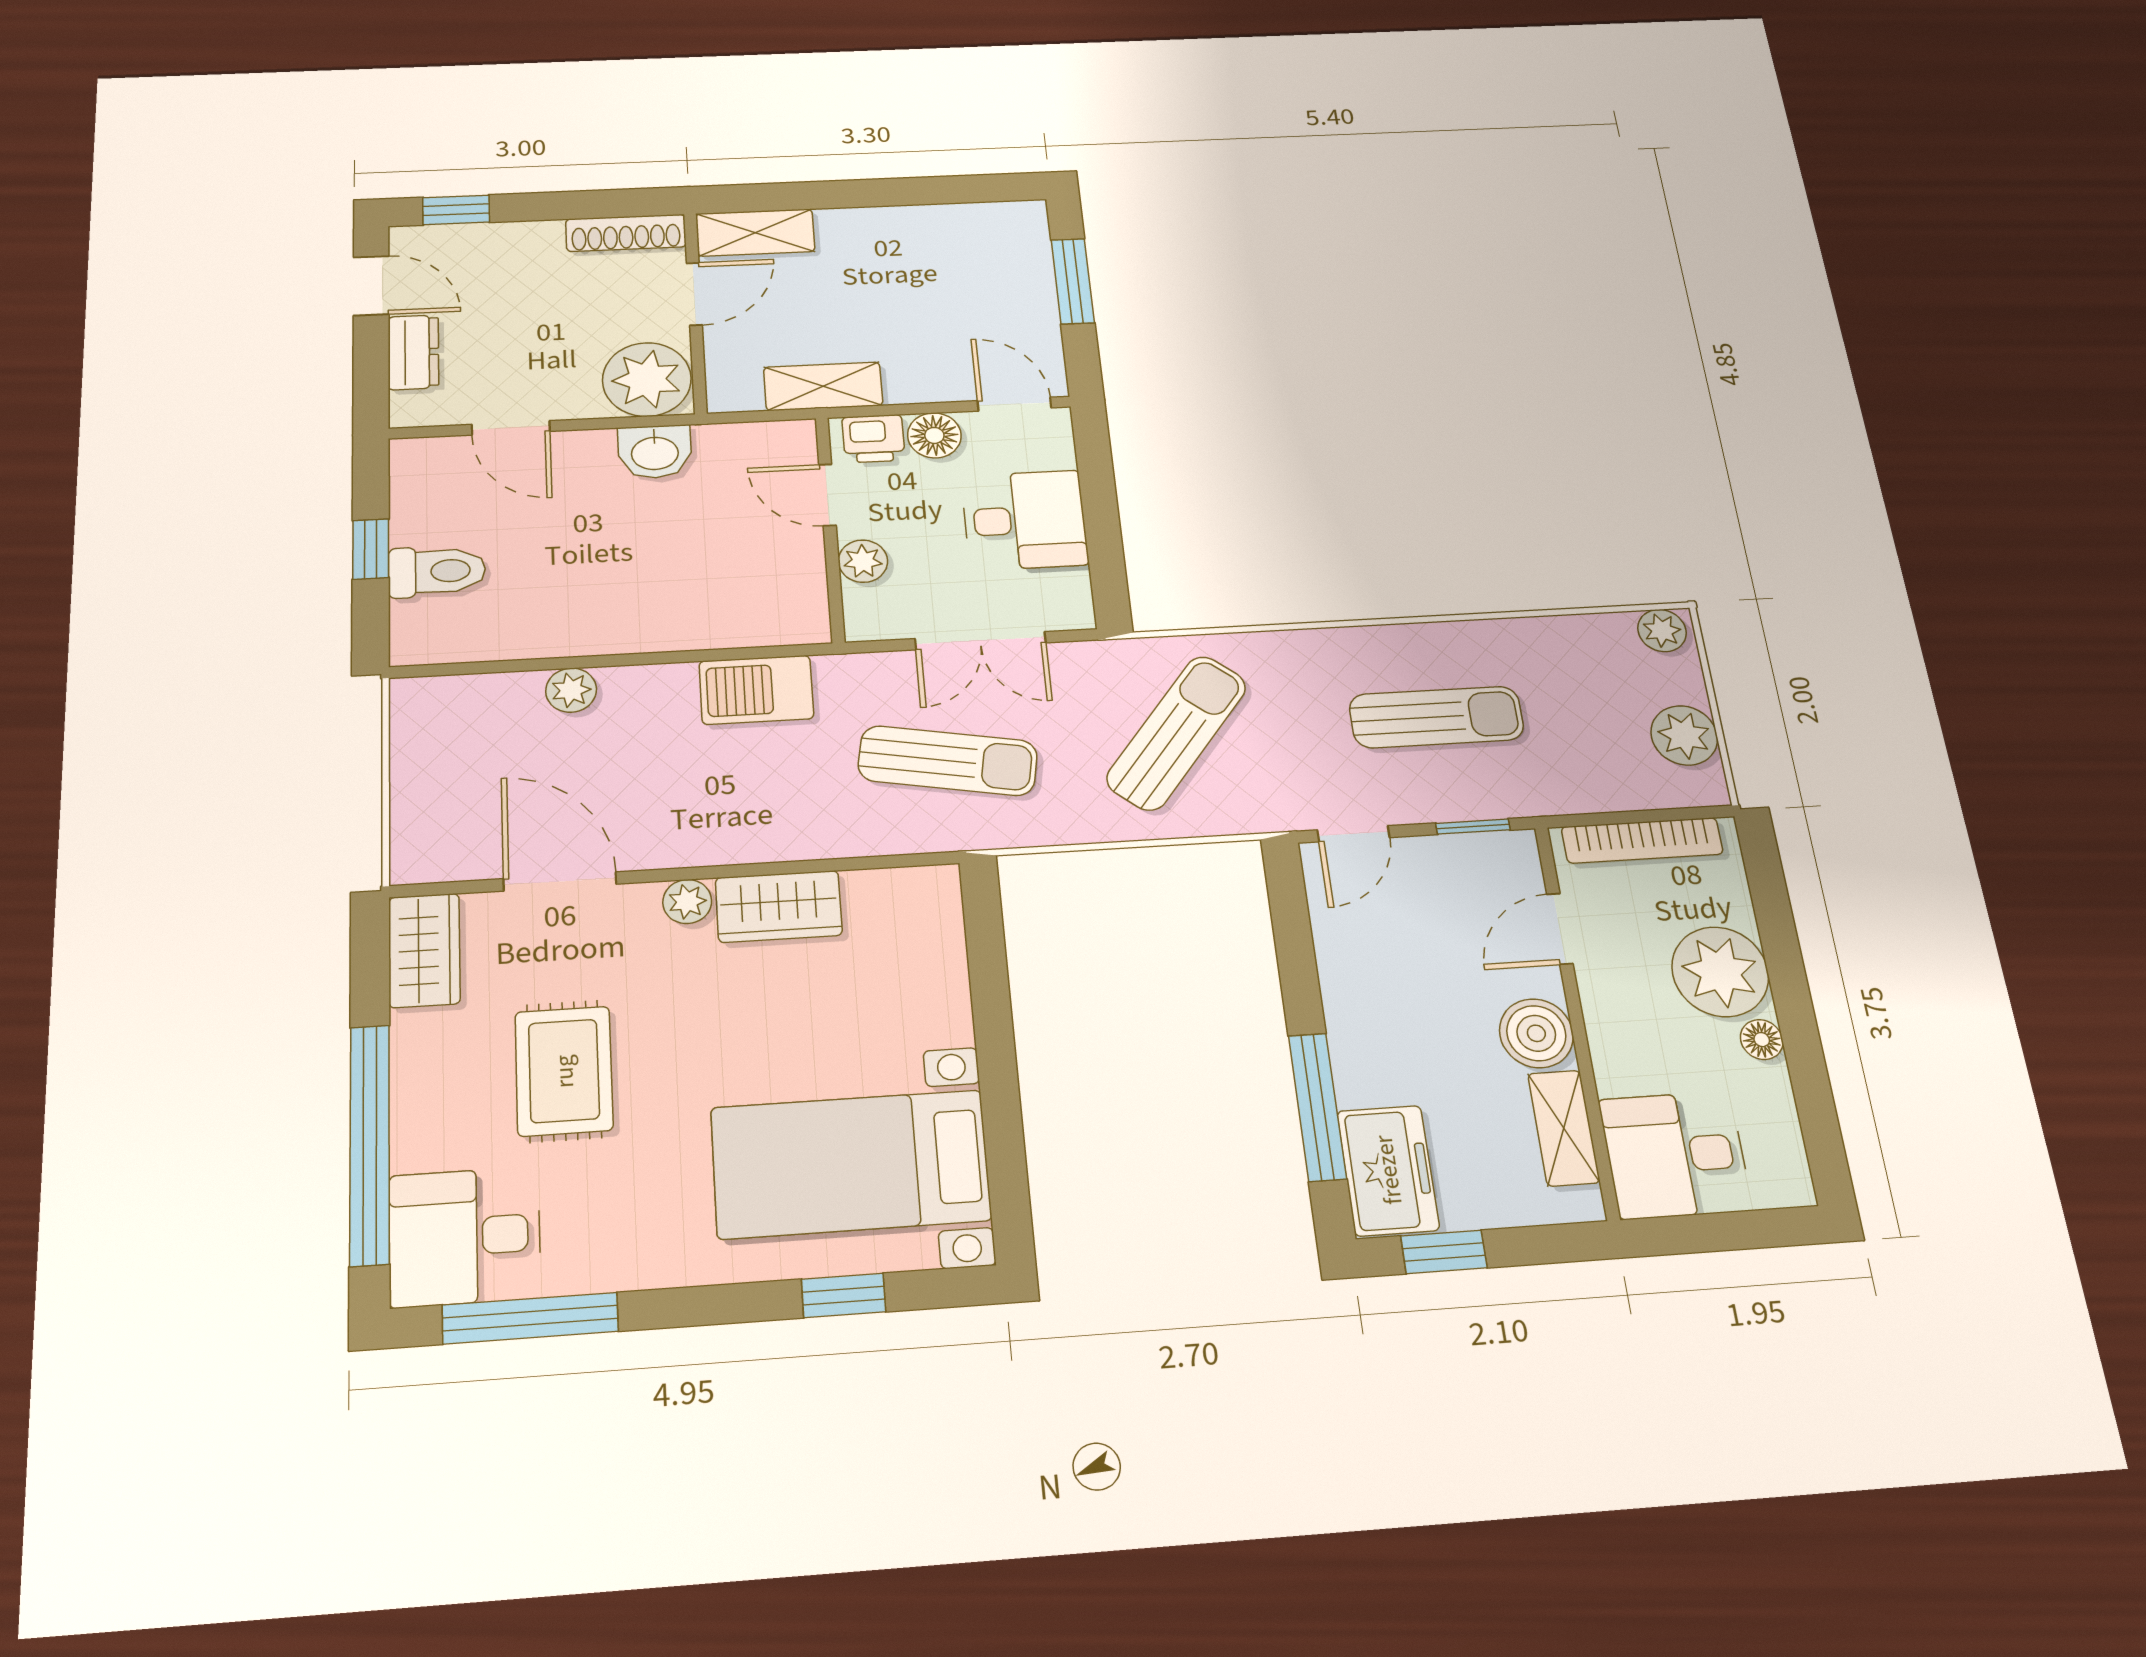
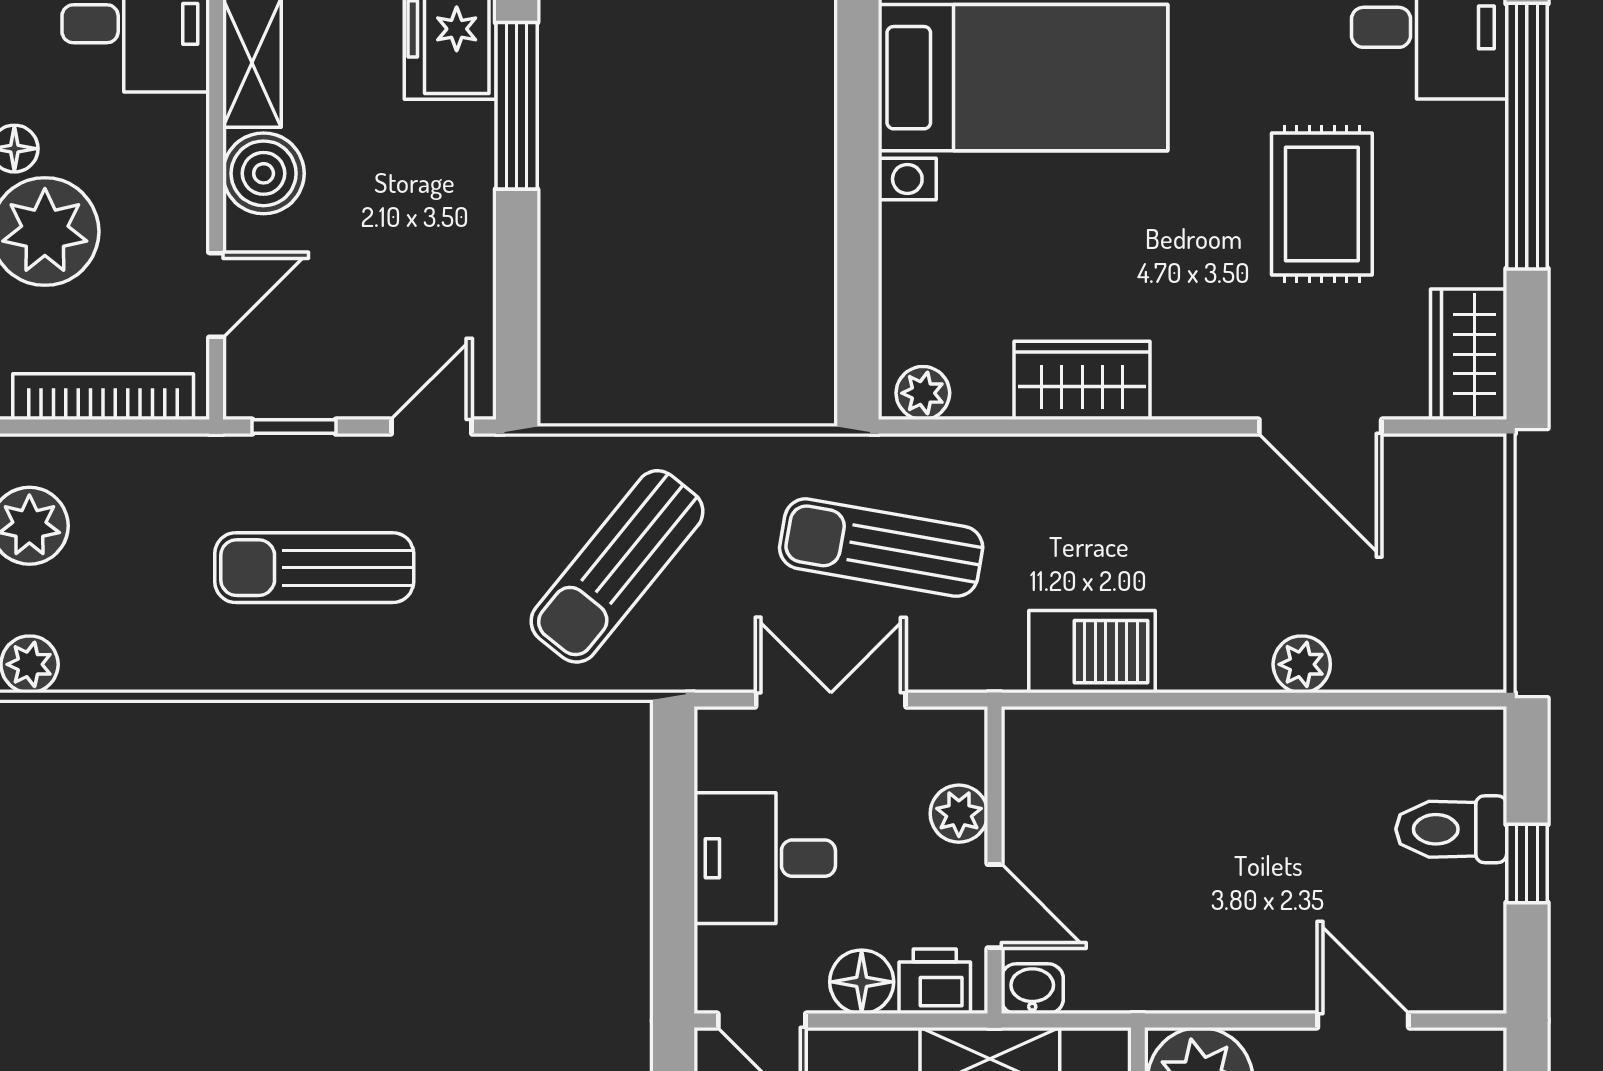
washbasin: (655, 452) -> (1032, 989), moved, width x0.72, depth x0.69
plant: (687, 902) -> (923, 393), moved

